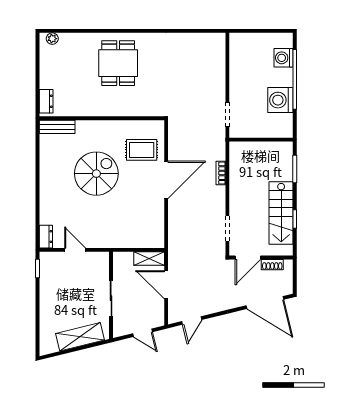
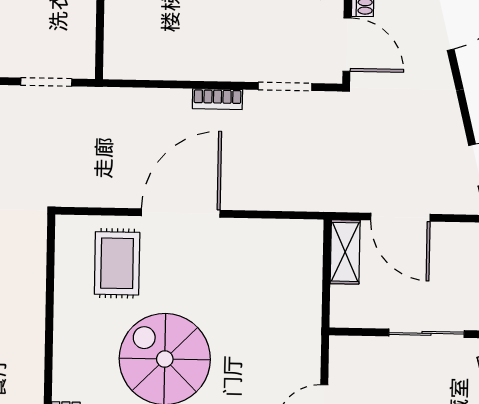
bookcase: (221, 173) -> (217, 99), moved
door: (166, 180) -> (181, 213), hinge flipped
door: (166, 285) -> (400, 217), hinge flipped

